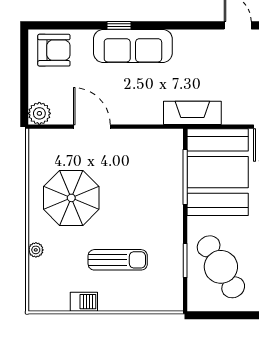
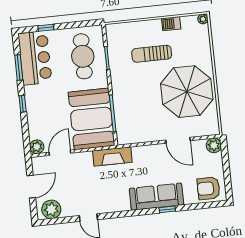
parasol: (71, 198) -> (187, 92), width x1.36, depth x1.36
plant: (36, 250) -> (203, 19), moved
cafe table: (221, 267) -> (83, 56), turned 31

